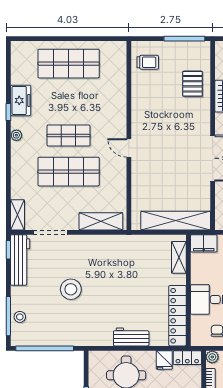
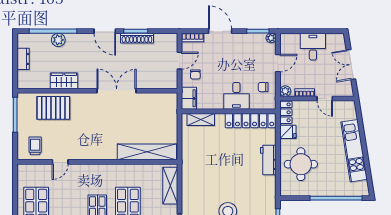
pallet: (193, 84) -> (53, 108), width x1.50, depth x1.42
door: (129, 148) -> (60, 162), moved
shelving: (176, 221) -> (147, 152), moved, turned 90

